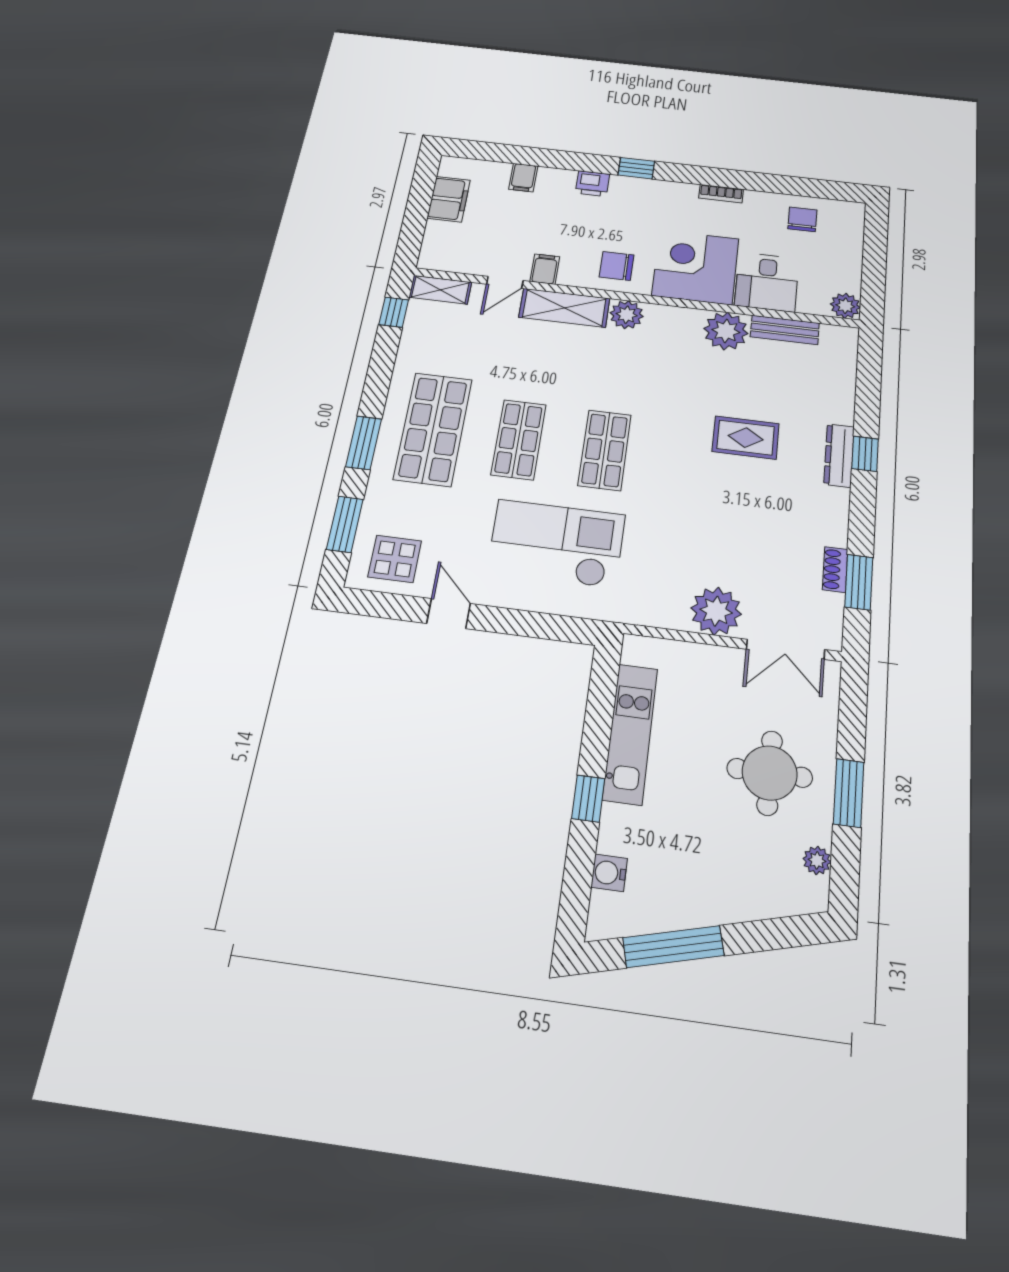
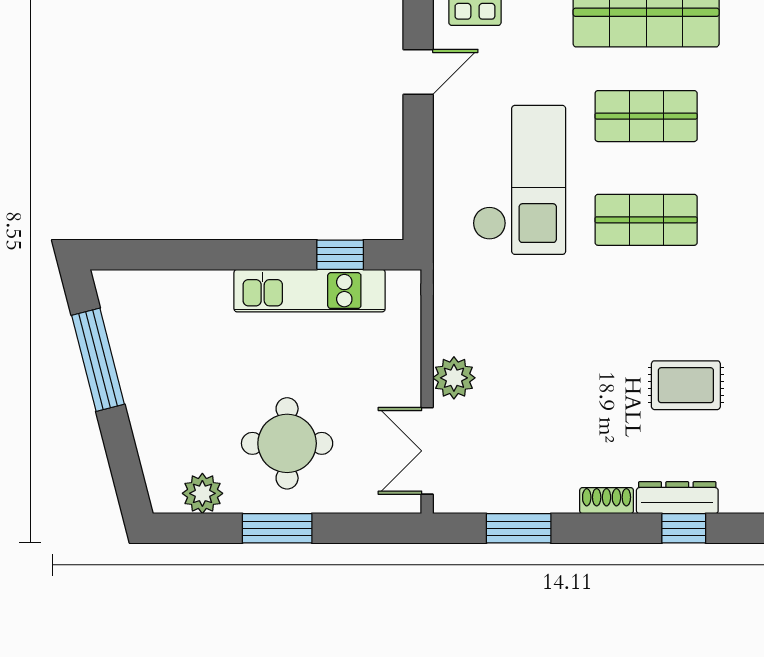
rug: (746, 438) -> (686, 385), turned 90
shoe rack: (835, 569) -> (607, 501), moved
plant: (716, 611) -> (454, 378), width x0.73, depth x0.73
window: (588, 798) -> (340, 255), moved
plant: (817, 860) -> (202, 493), width x1.38, depth x1.38
water cooler: (609, 873) -> (161, 286), removed

